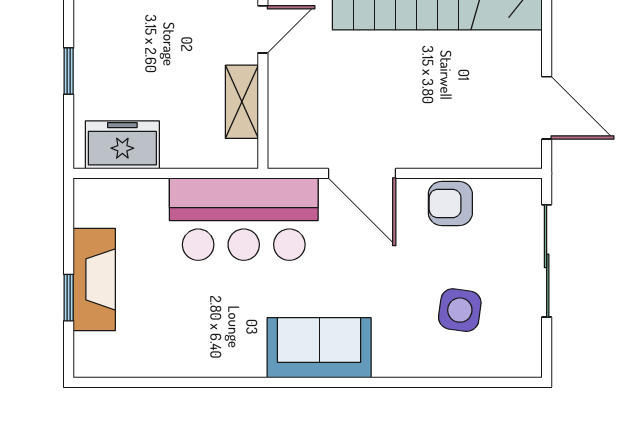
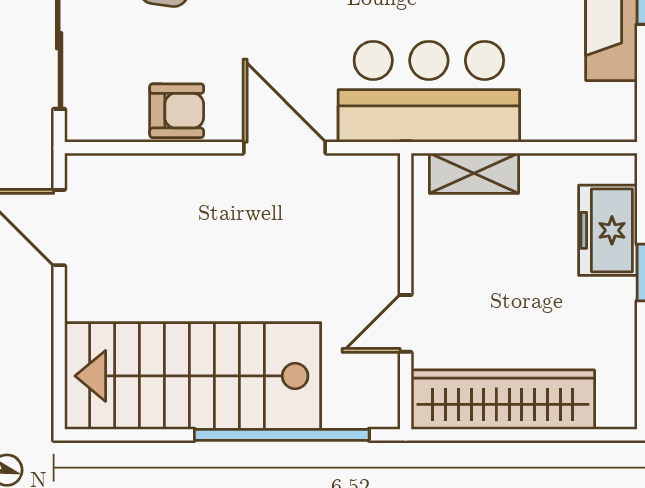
shelving: (242, 102) -> (474, 173), moved, turned 90
freezer: (122, 145) -> (608, 230), moved, turned 90

